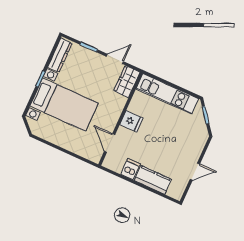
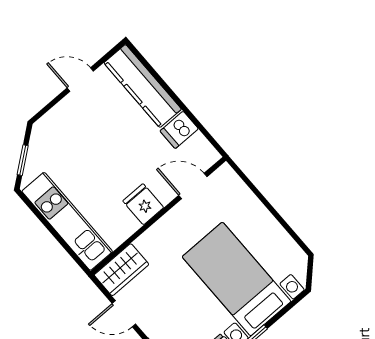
door: (110, 143) -> (193, 186), swing flipped
kitchen counter: (153, 180) -> (143, 86), width x1.50

